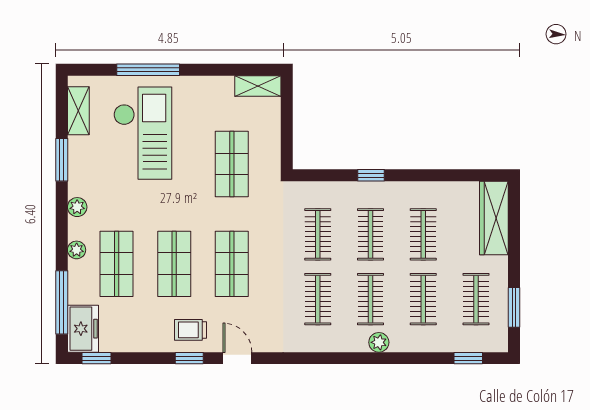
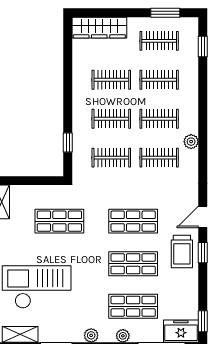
window: (371, 175) -> (68, 143), moved
trolley: (191, 330) -> (182, 252), width x1.36, depth x1.39
plant: (379, 342) -> (191, 142), moved

